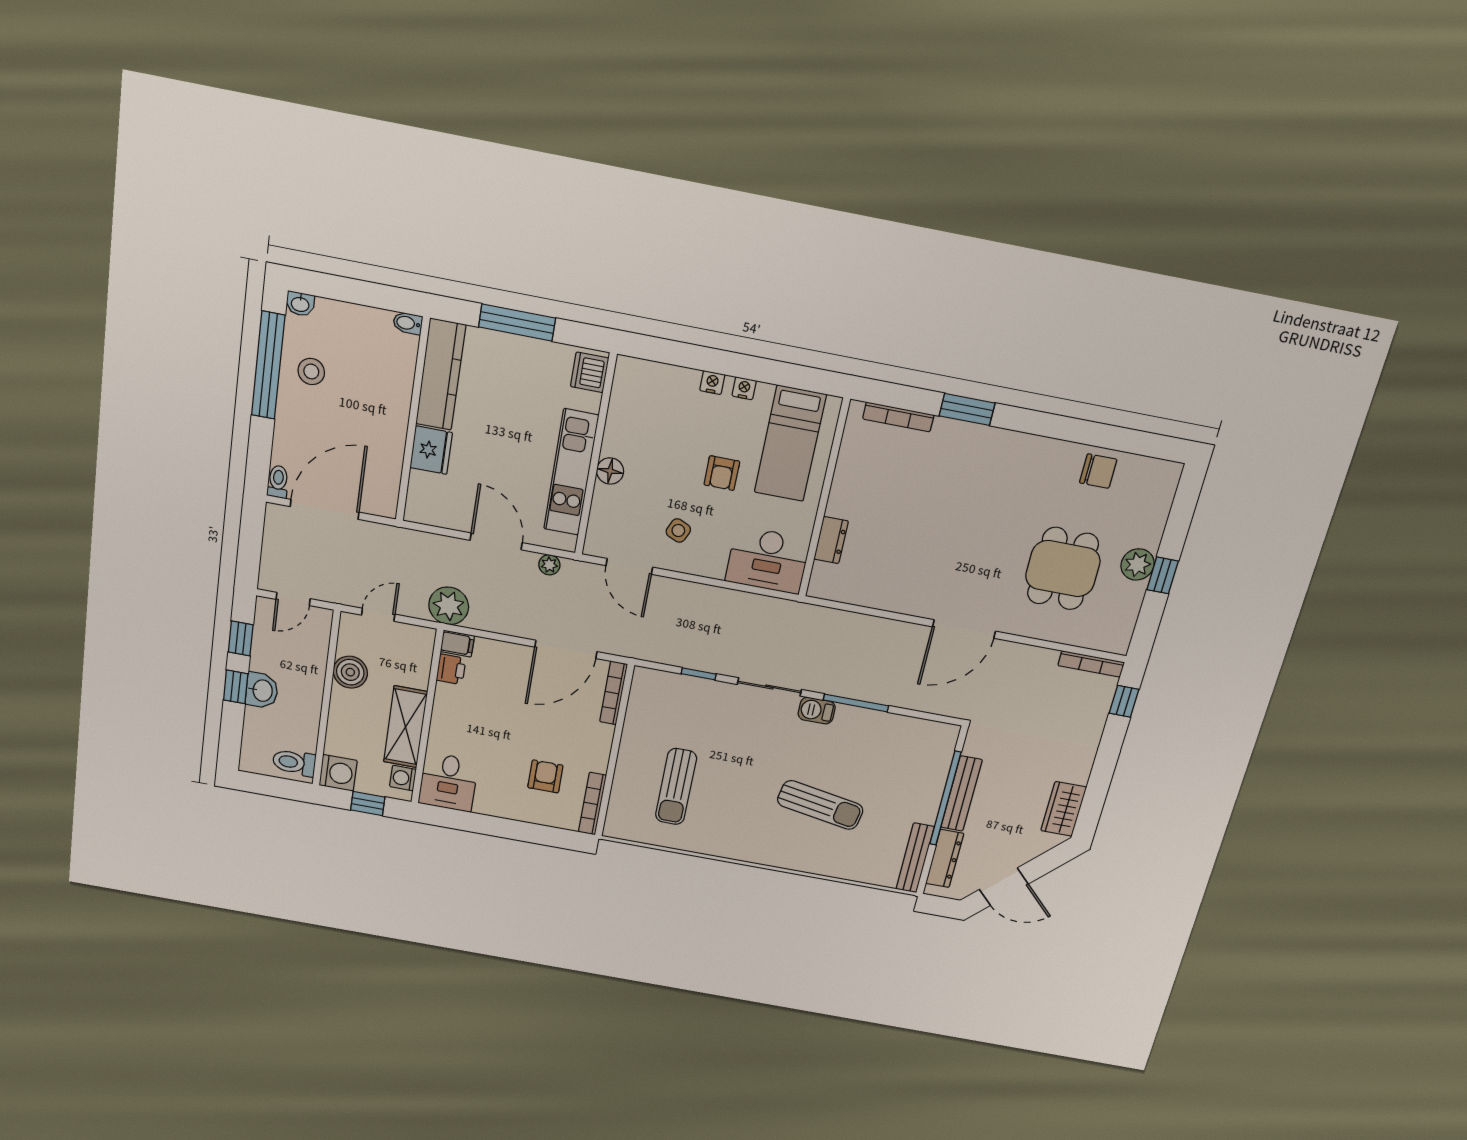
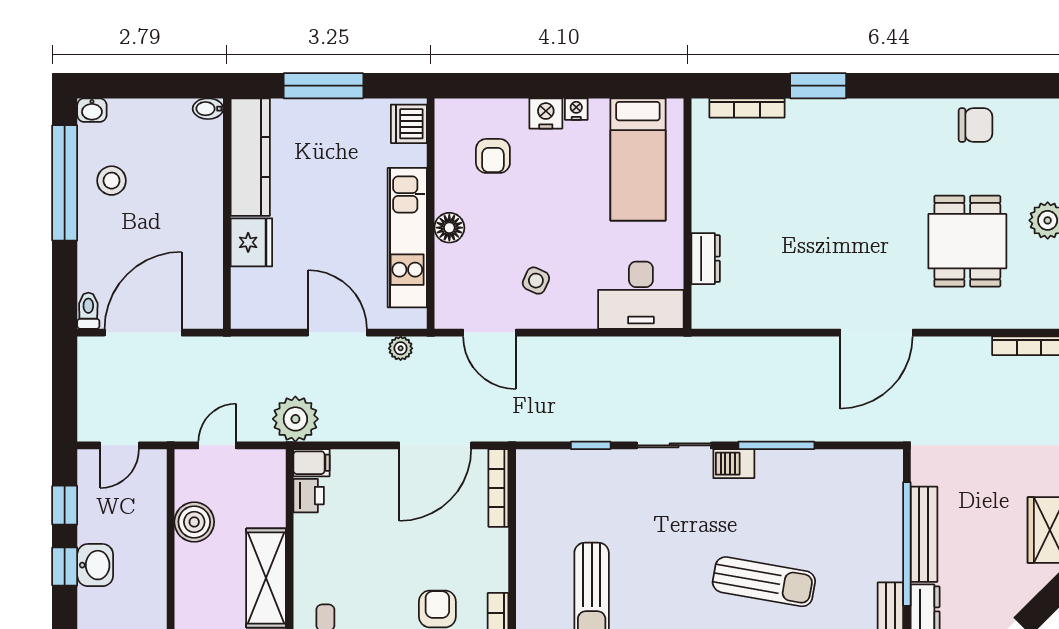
nightstand: (712, 383) -> (546, 113), width x1.39, depth x1.35
armchair: (722, 473) -> (493, 156), moved

